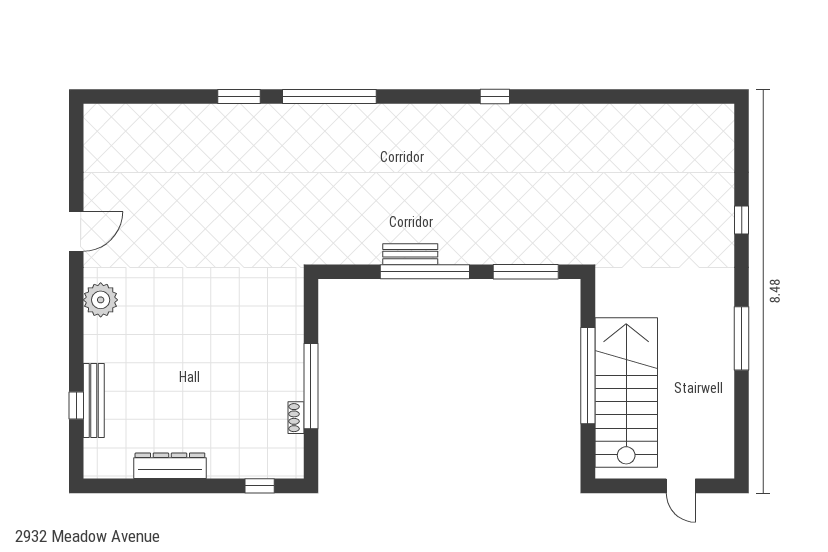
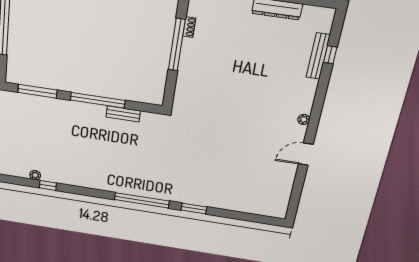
plant: (519, 113) -> (35, 175), added
bench: (410, 254) -> (123, 114), moved
plant: (101, 300) -> (304, 119), width x0.53, depth x0.53

